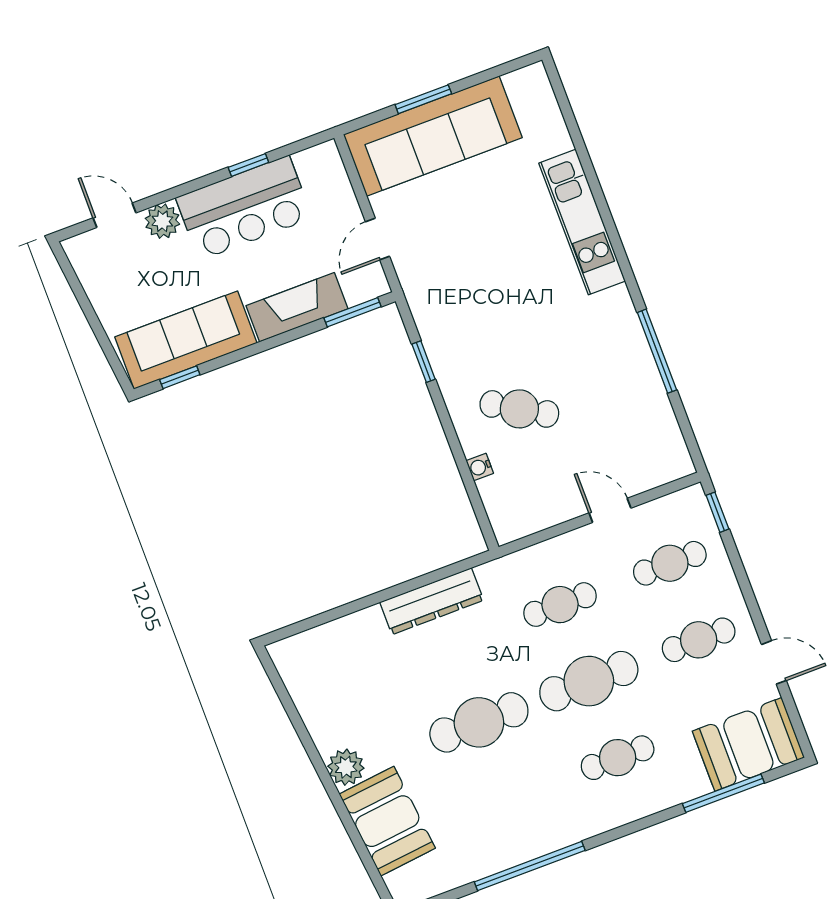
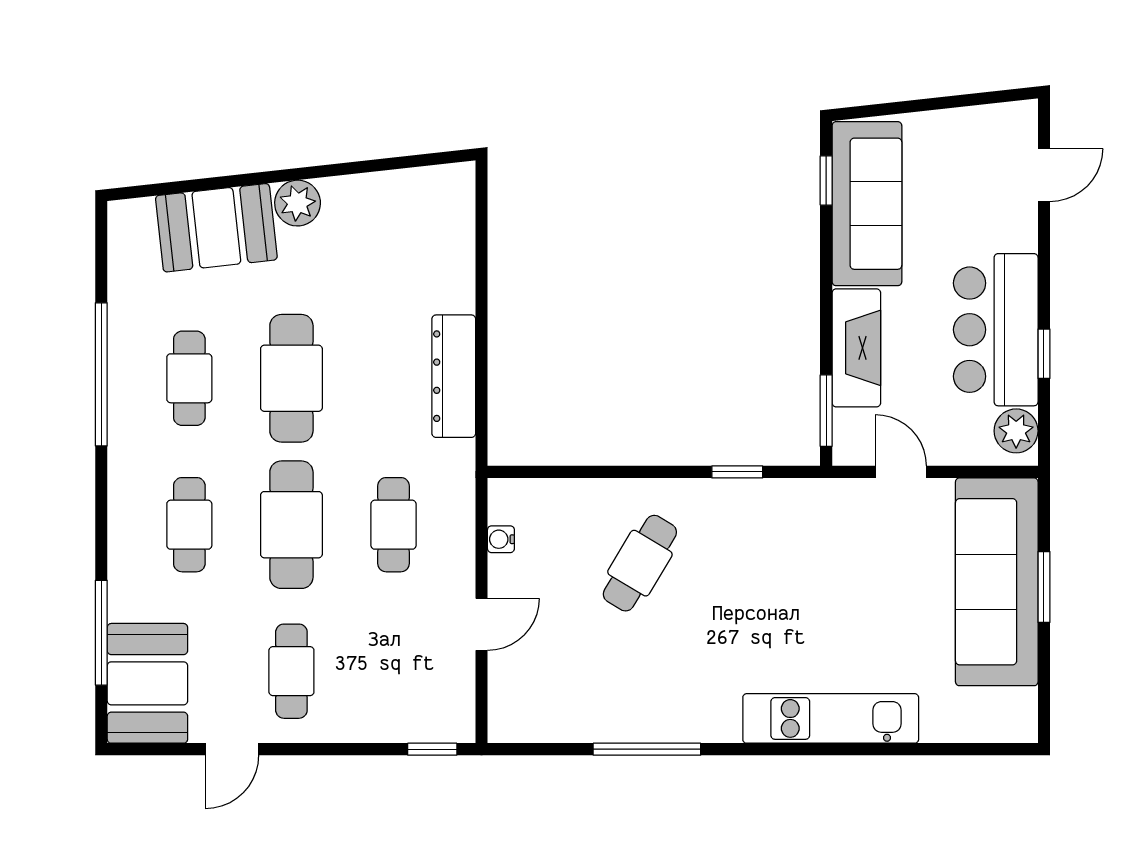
plant: (162, 221) -> (1016, 431), moved
water cooler: (480, 467) -> (501, 539), moved, turned -90
cafe table: (670, 563) -> (189, 378), moved

